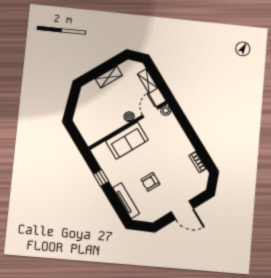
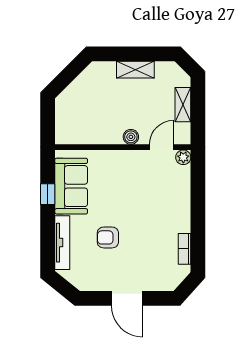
sofa: (127, 141) -> (71, 186), moved, turned -90

